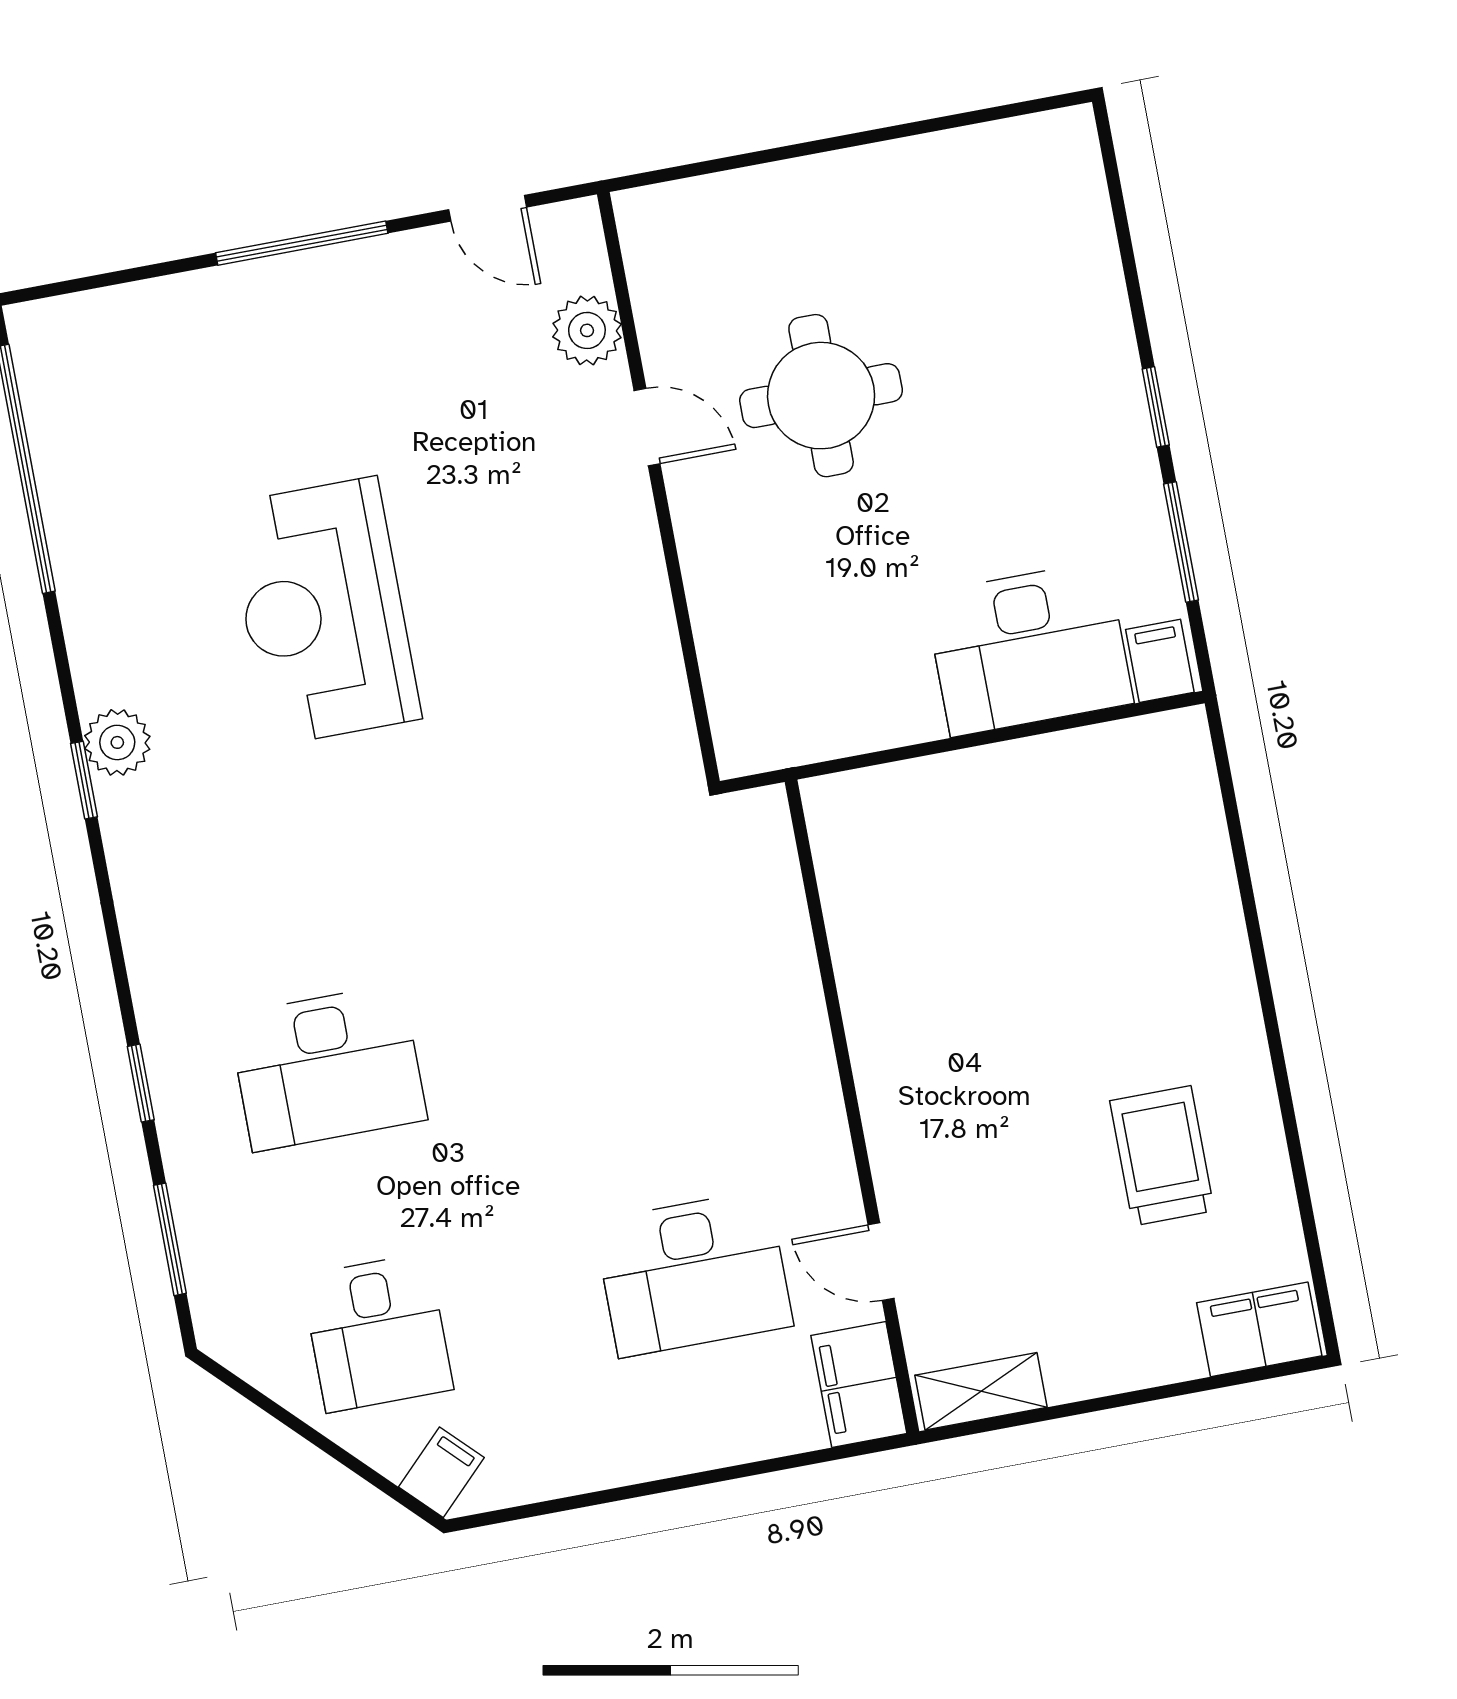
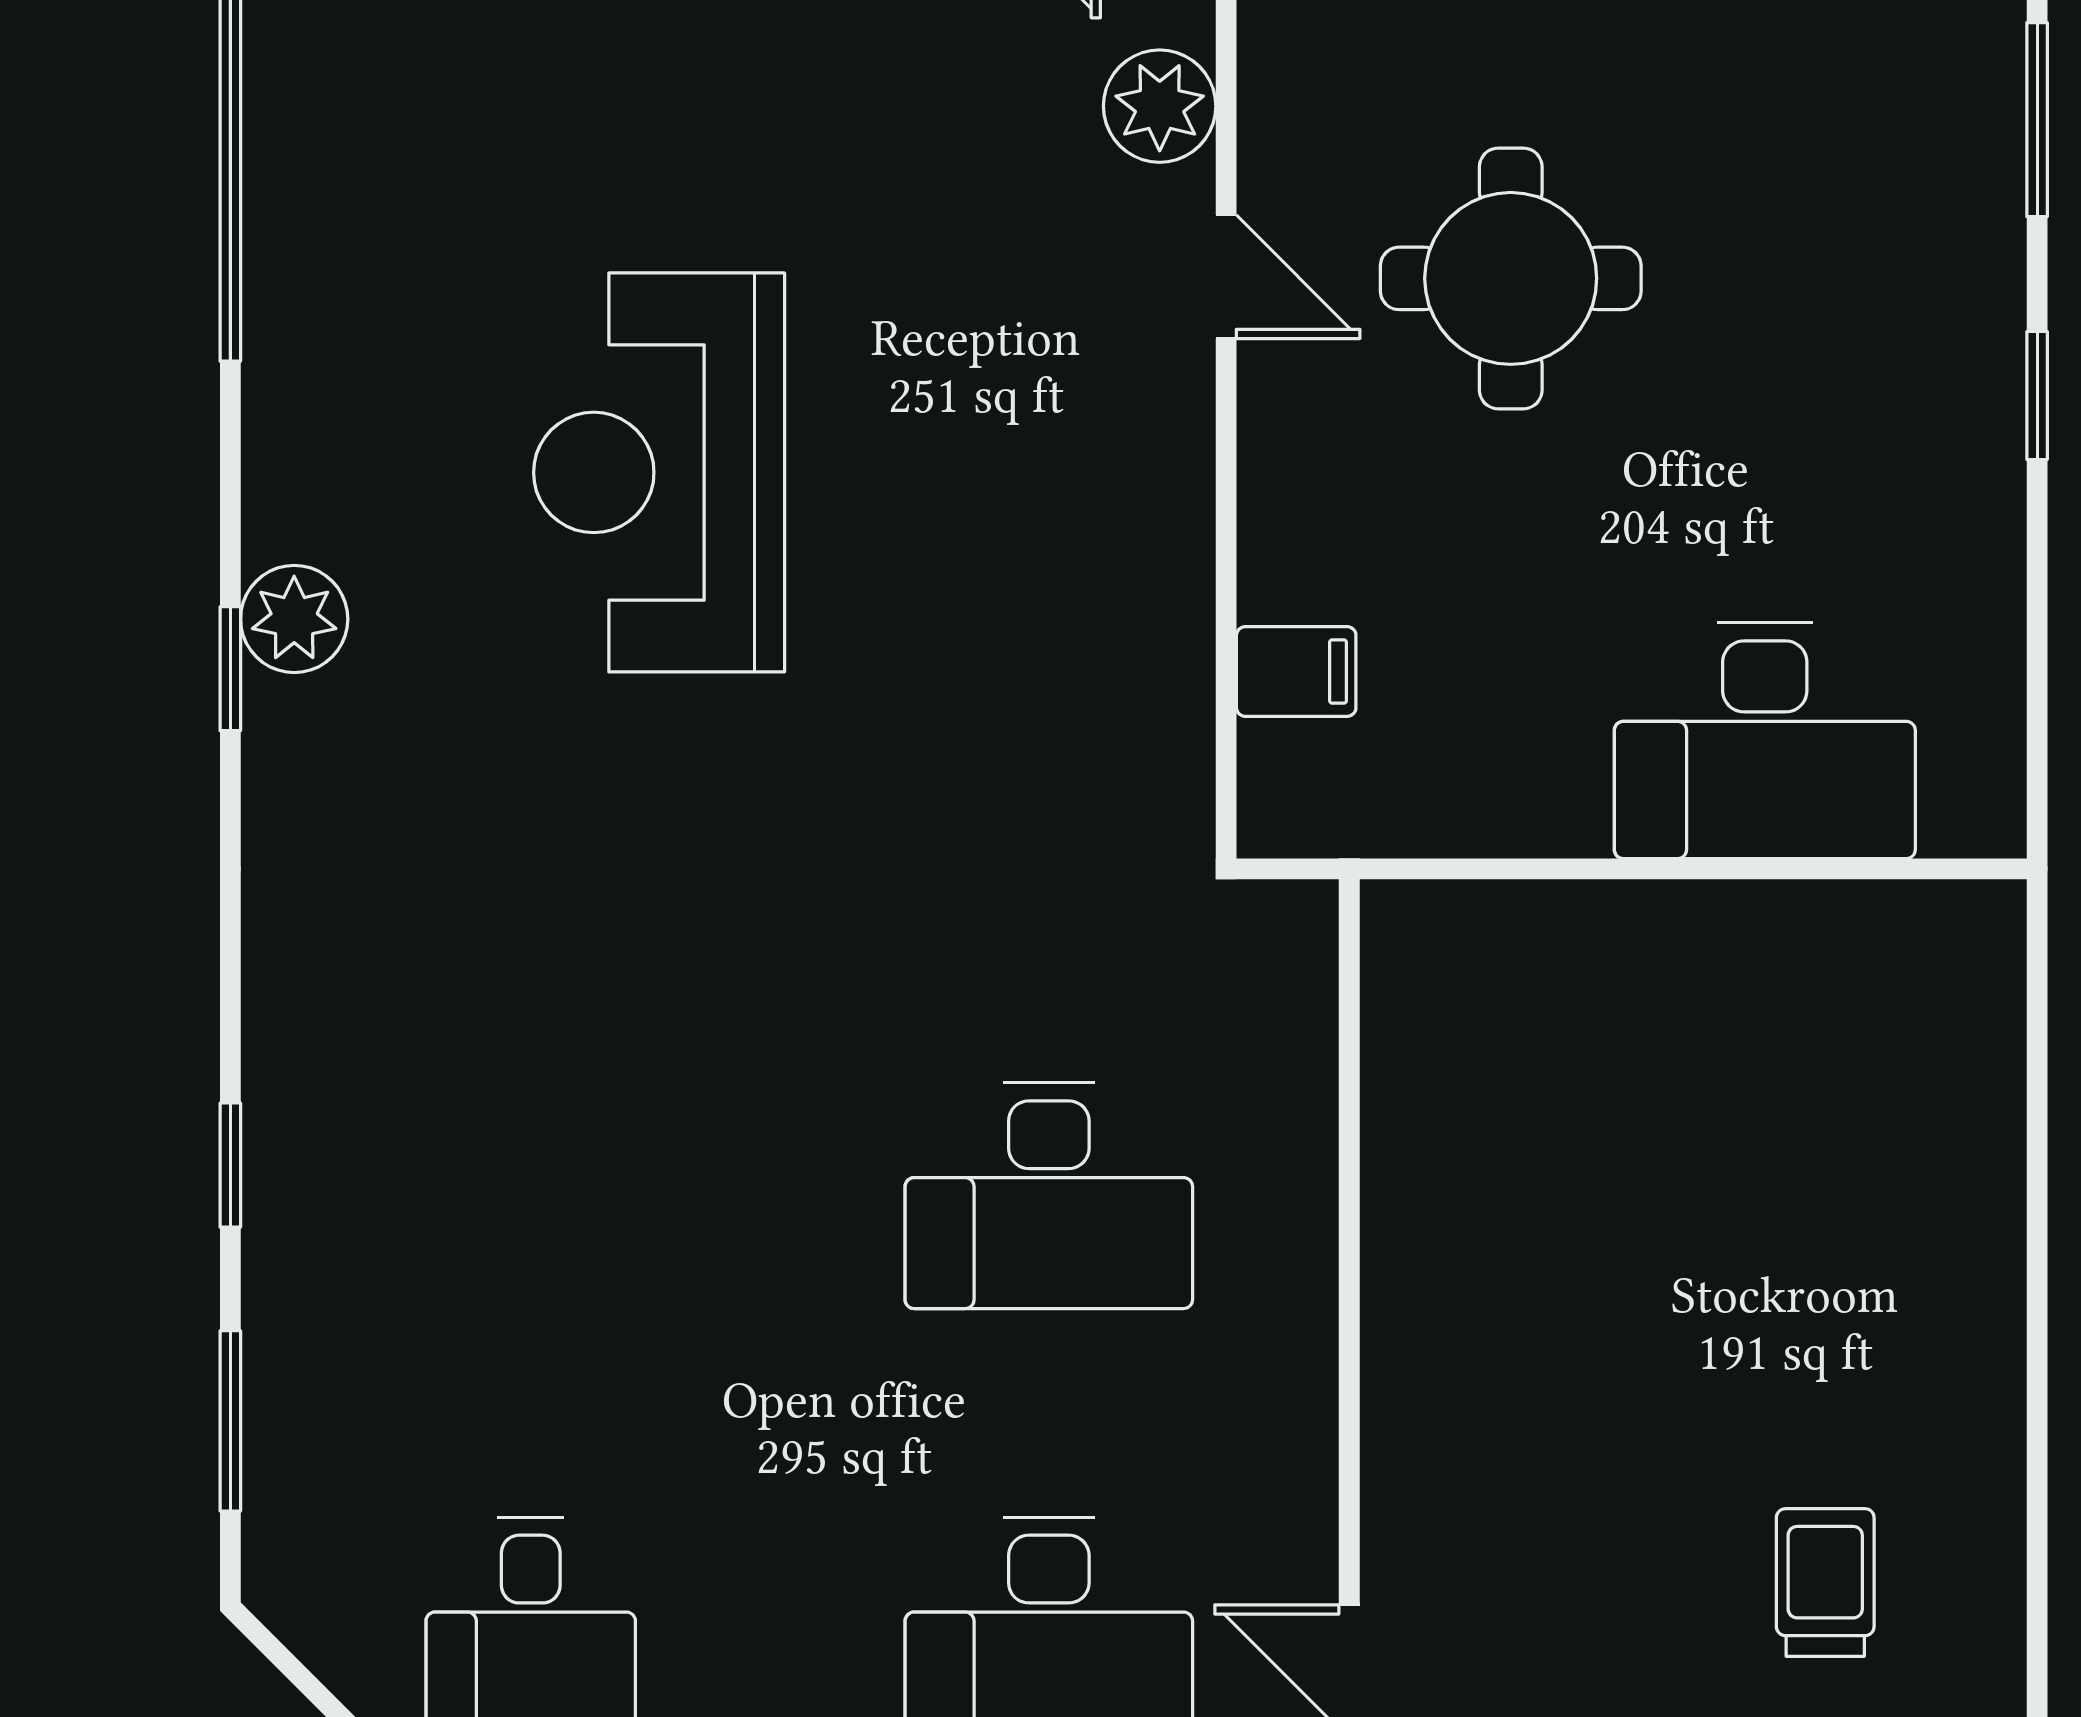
window: (1181, 542) -> (2037, 120), moved
filing cabinet: (1160, 661) -> (1296, 671), moved, turned 90
desk: (328, 1067) -> (1049, 1196), moved
trolley: (1162, 1156) -> (1825, 1582), width x0.73, depth x0.72

